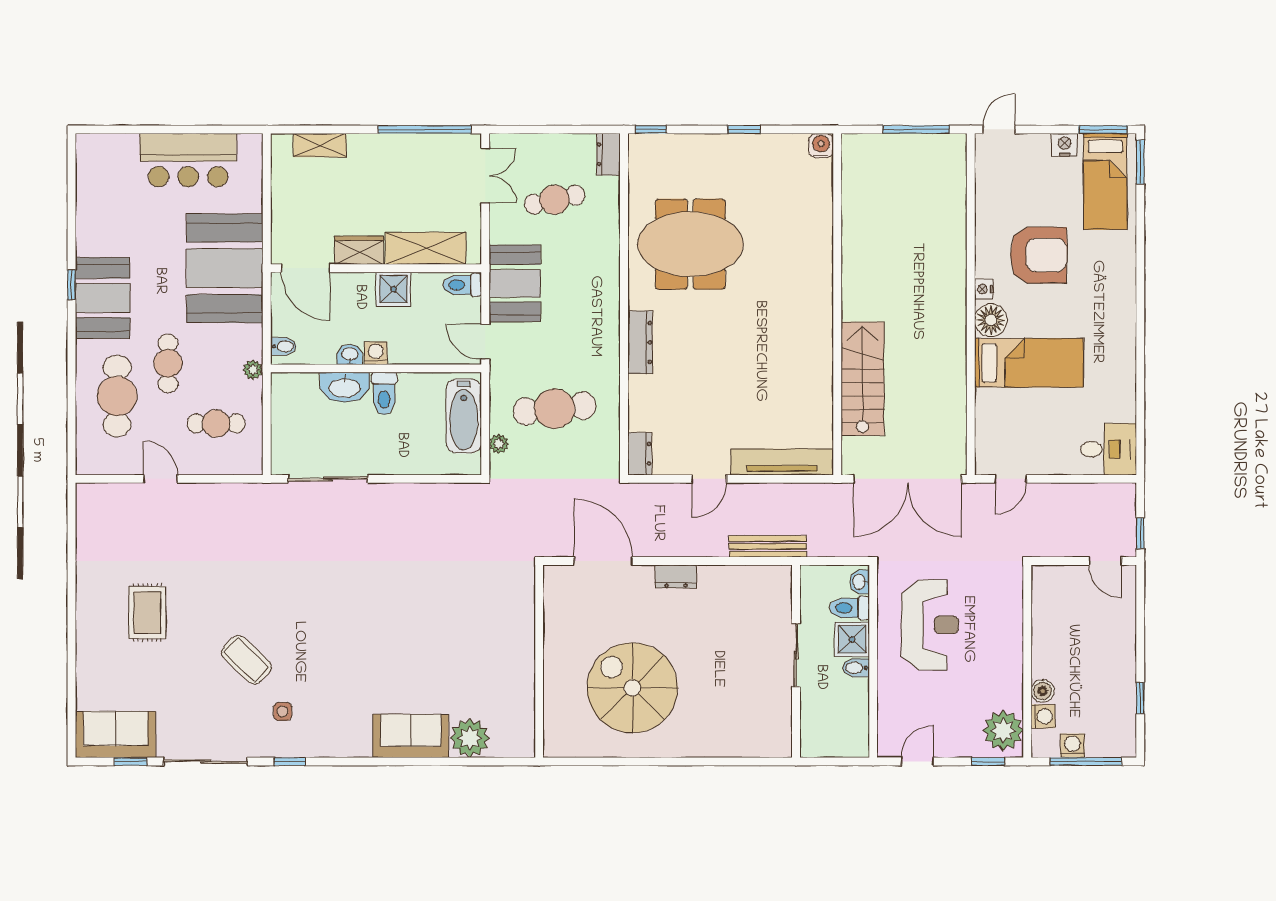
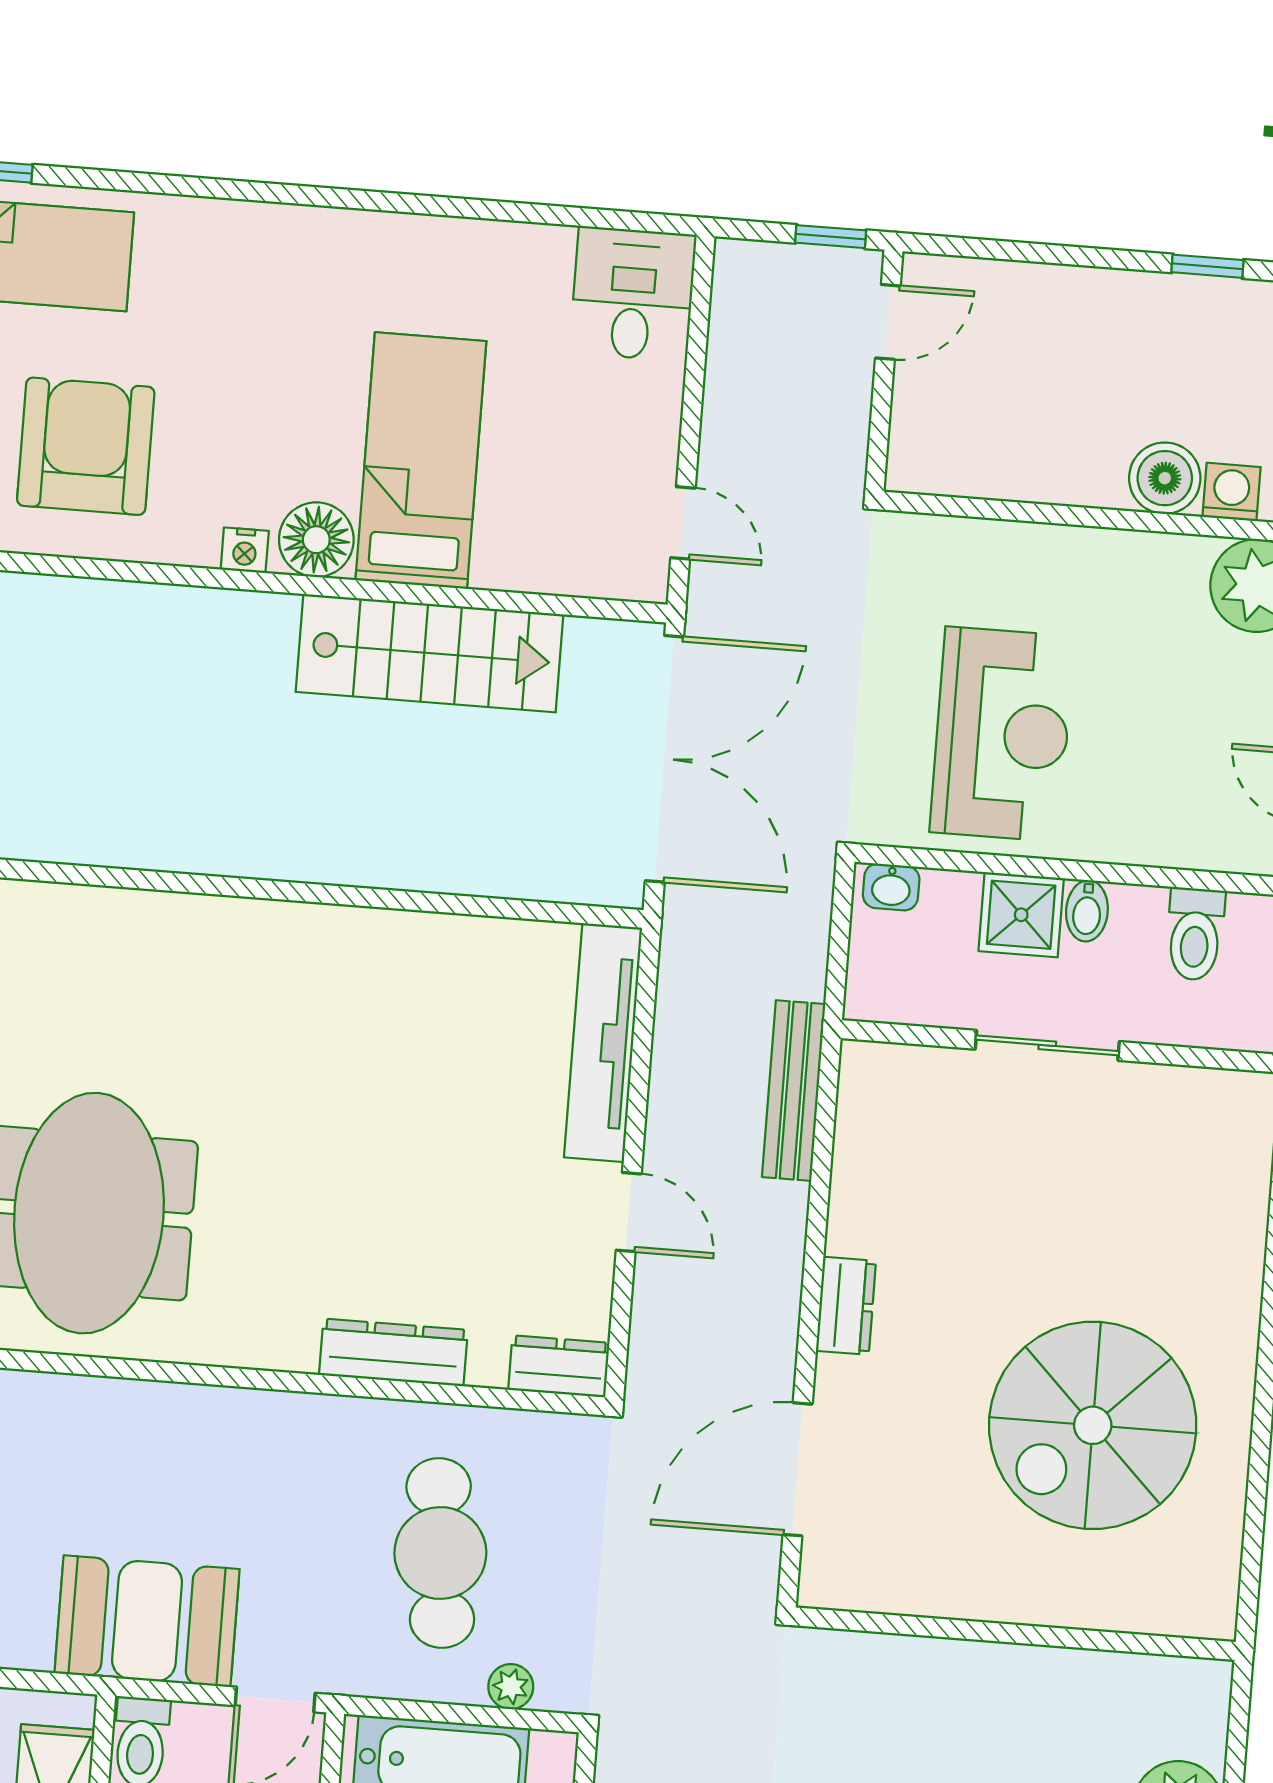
armchair: (1039, 255) -> (86, 446), moved
dresser: (640, 342) -> (393, 1352), moved
stairs: (862, 379) -> (429, 653), moved, turned 180
toilet: (849, 608) -> (1195, 934), moved
reception desk: (930, 625) -> (1002, 734), turned 90
boiler: (1043, 691) -> (1165, 478), width x1.36, depth x1.36

